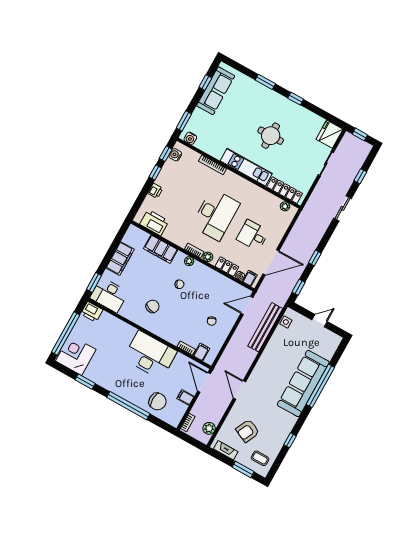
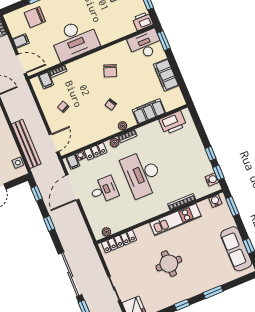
kitchen unit: (246, 167) -> (175, 219), moved
printer: (155, 191) -> (197, 143), removed
sliding door: (342, 208) -> (70, 274), width x1.86

